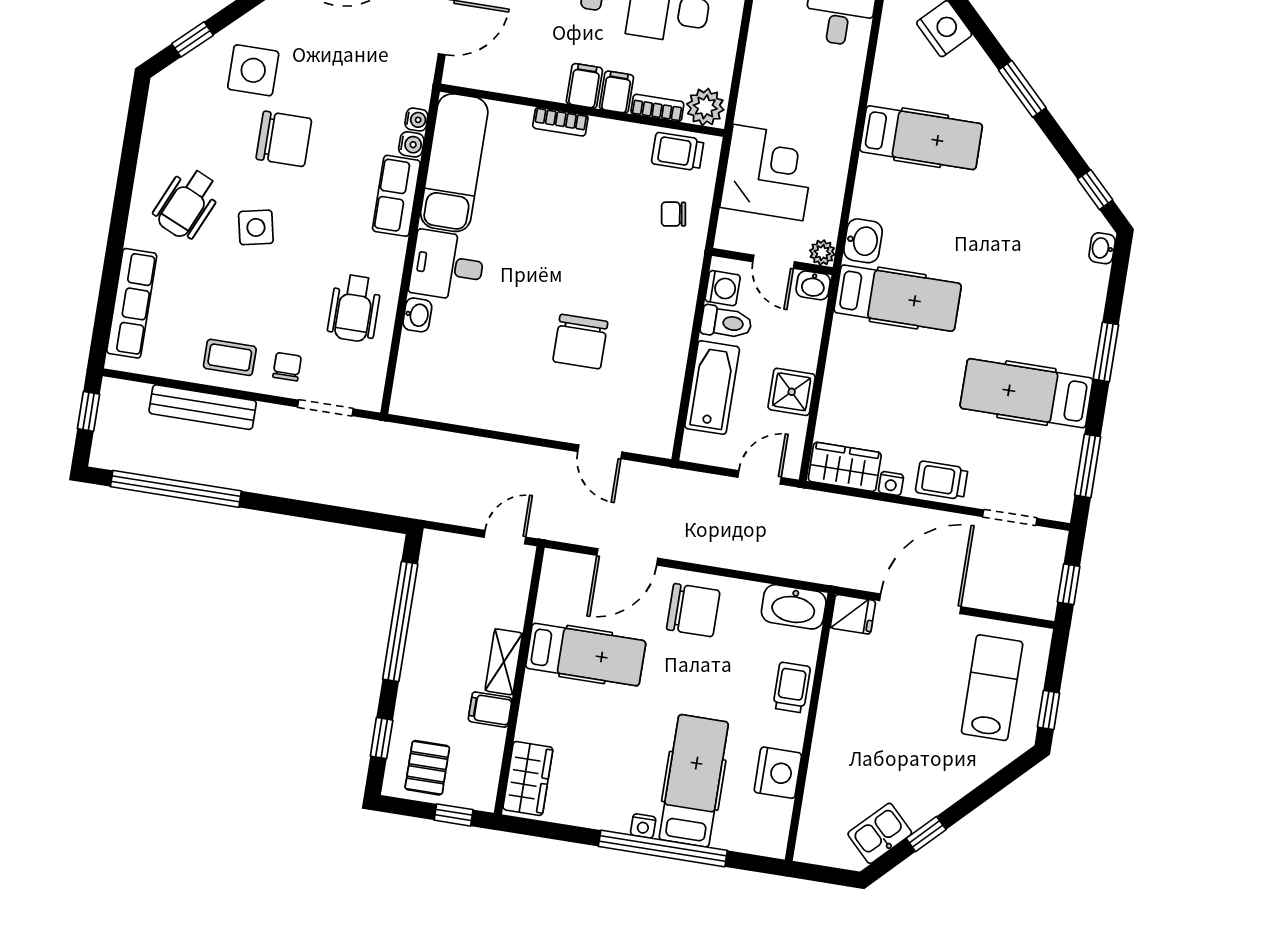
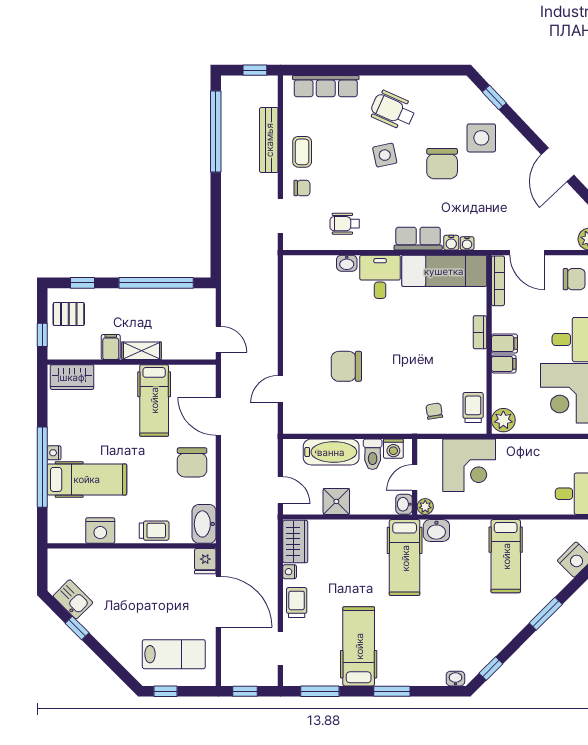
bookcase: (657, 108) -> (498, 281), moved, width x1.56
wheelchair: (354, 308) -> (345, 224), width x0.73, depth x0.73

